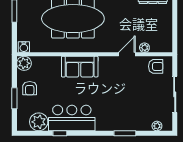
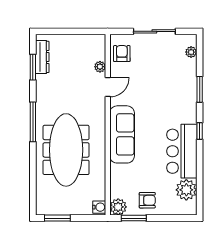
door: (127, 54) -> (108, 87), swing flipped
sofa: (80, 67) -> (122, 134), width x1.36
window: (14, 98) -> (134, 218), moved
window: (60, 133) -> (200, 131), moved

